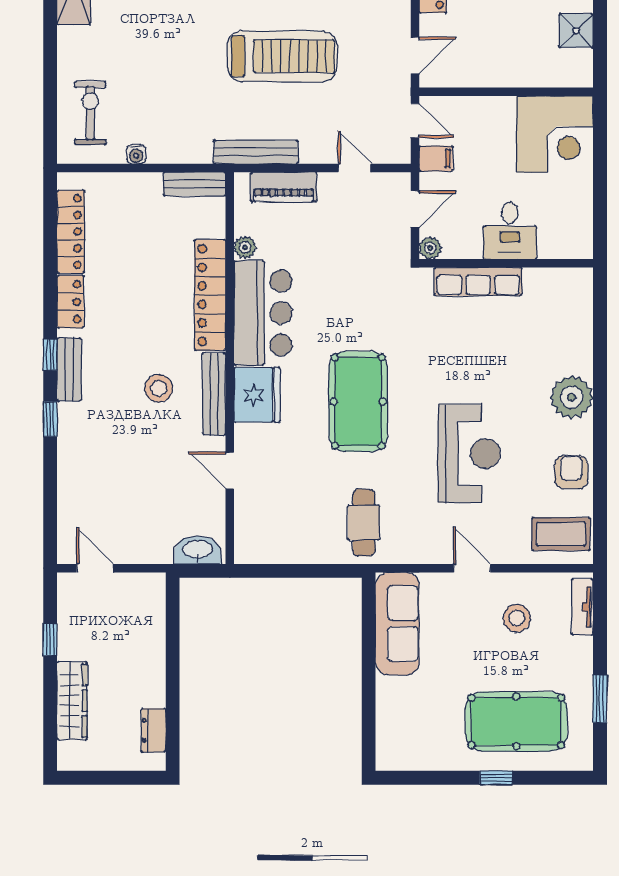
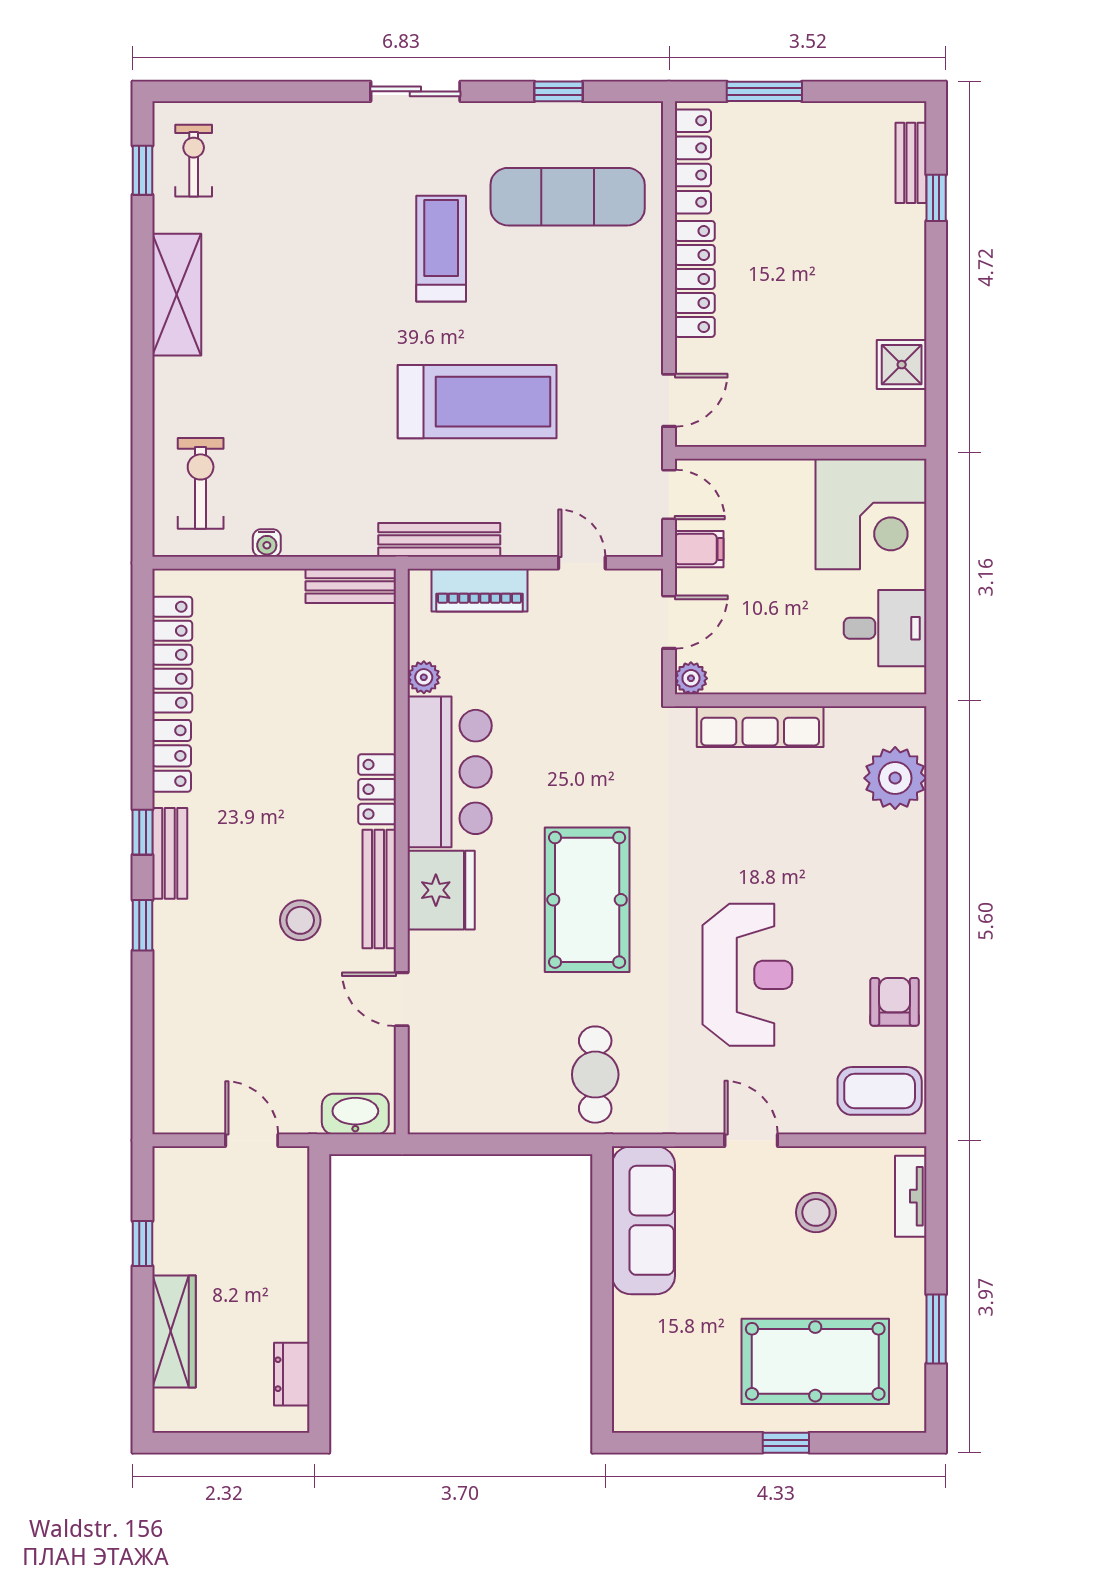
desk: (510, 231) -> (885, 628), moved, turned -90
locker: (210, 295) -> (377, 789), width x0.46, depth x0.83
stool: (159, 388) -> (300, 920), moved
plant: (572, 397) -> (895, 778), moved
door: (95, 568) -> (252, 1140), moved

